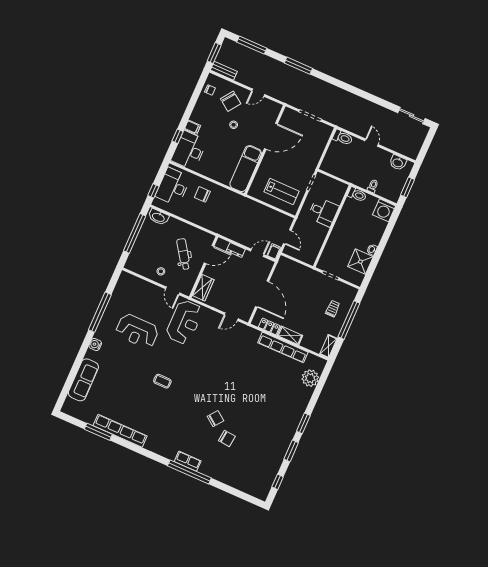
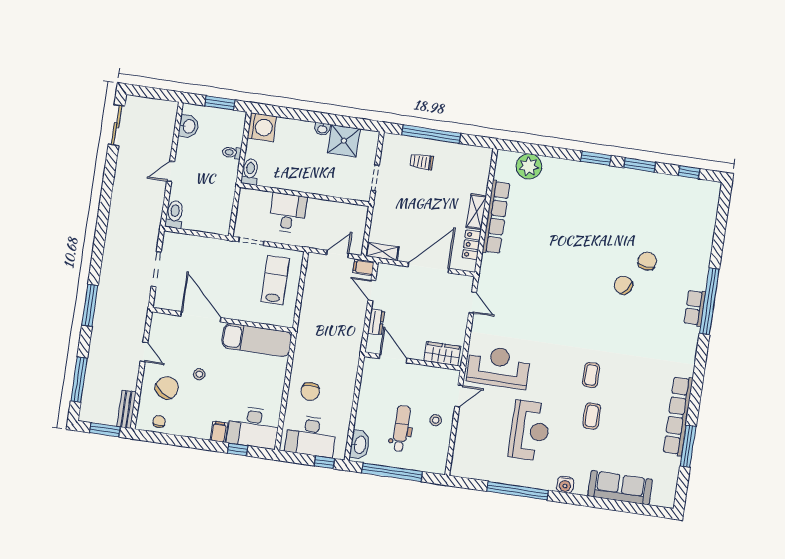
dental chair: (183, 254) -> (401, 429), moved, turned 124
shelving: (328, 346) -> (382, 252), moved
coffee table: (135, 374) -> (592, 416), added

